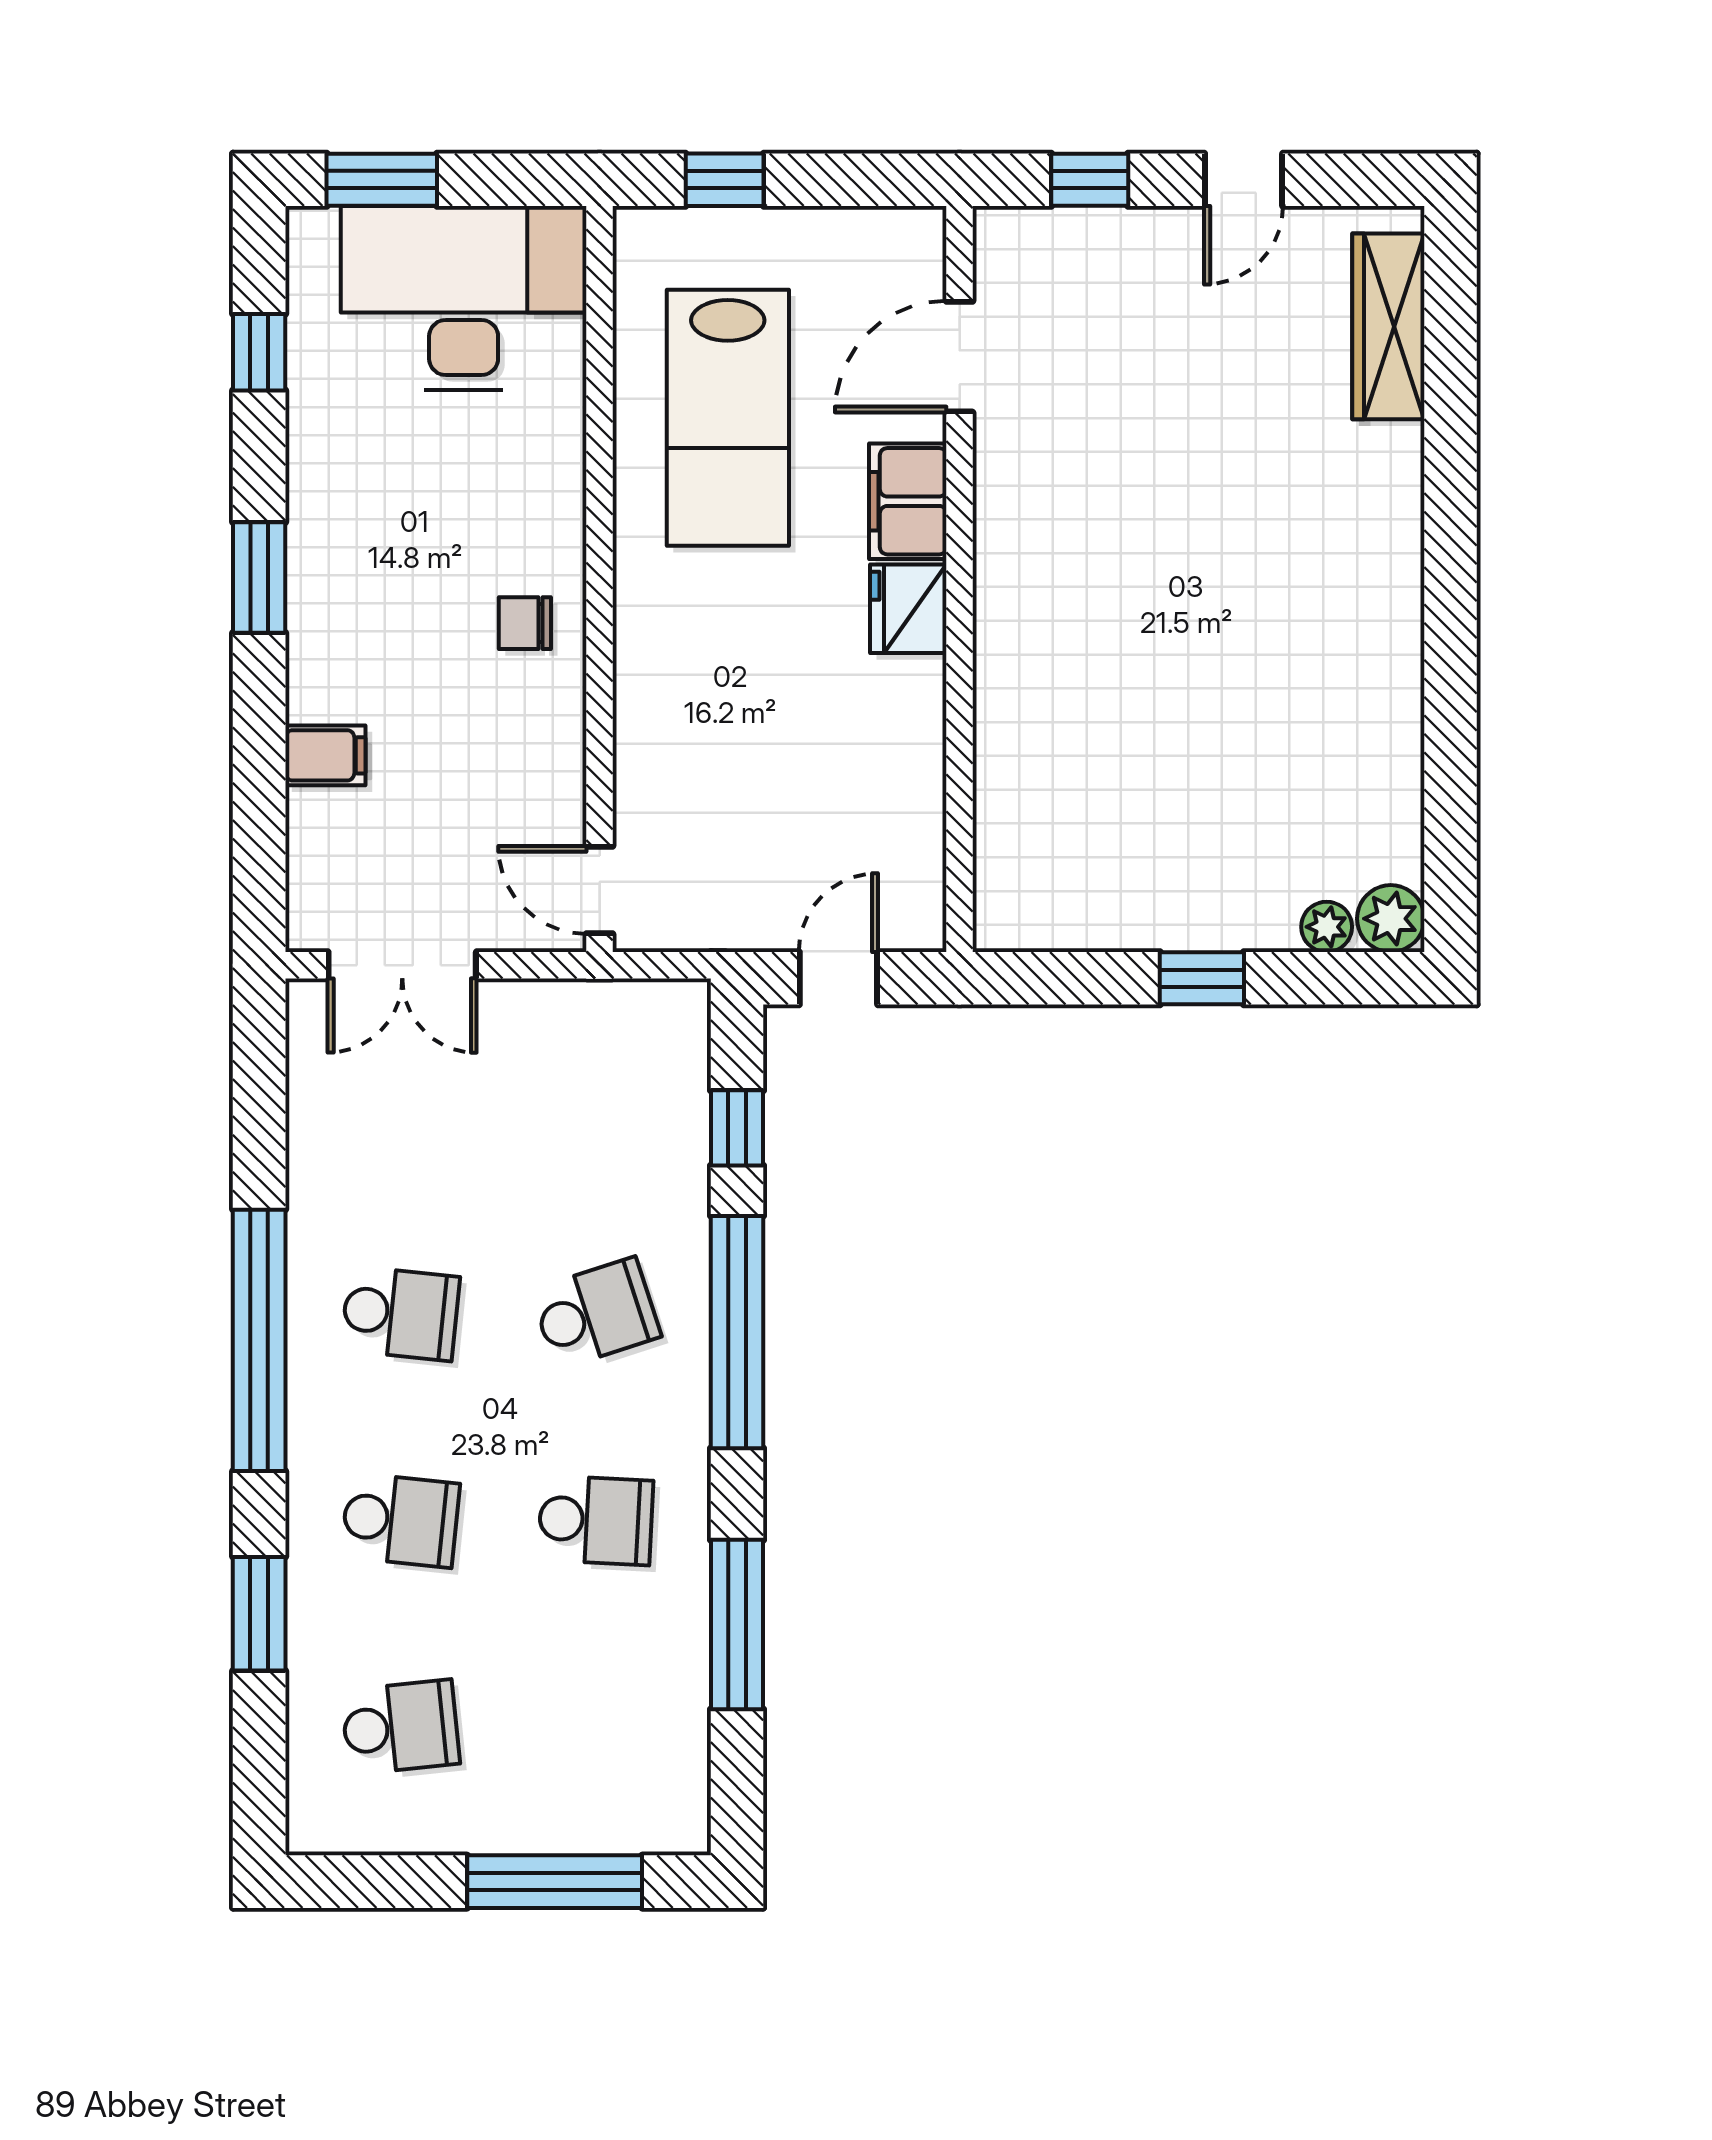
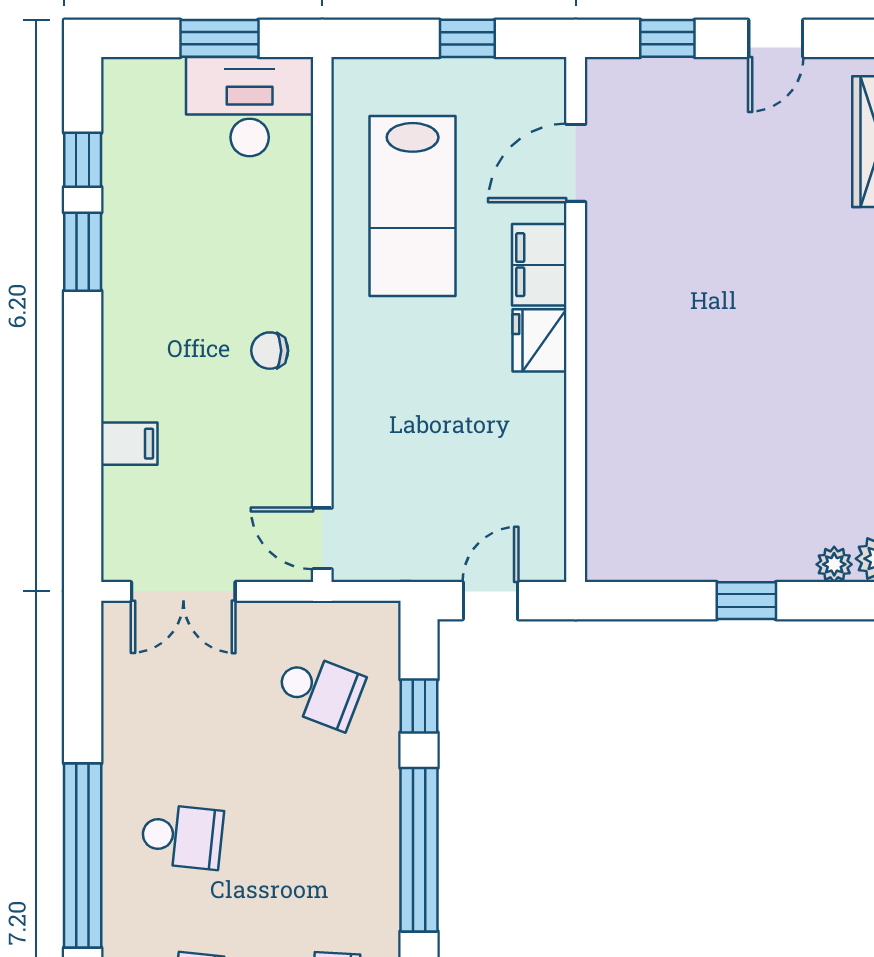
window: (382, 180) -> (219, 38), moved
window: (725, 180) -> (467, 38), moved
desk: (464, 298) -> (250, 107), width x0.73, depth x0.77
window: (259, 578) -> (83, 252), moved
school desk: (596, 1313) -> (320, 691), moved, turned 39

